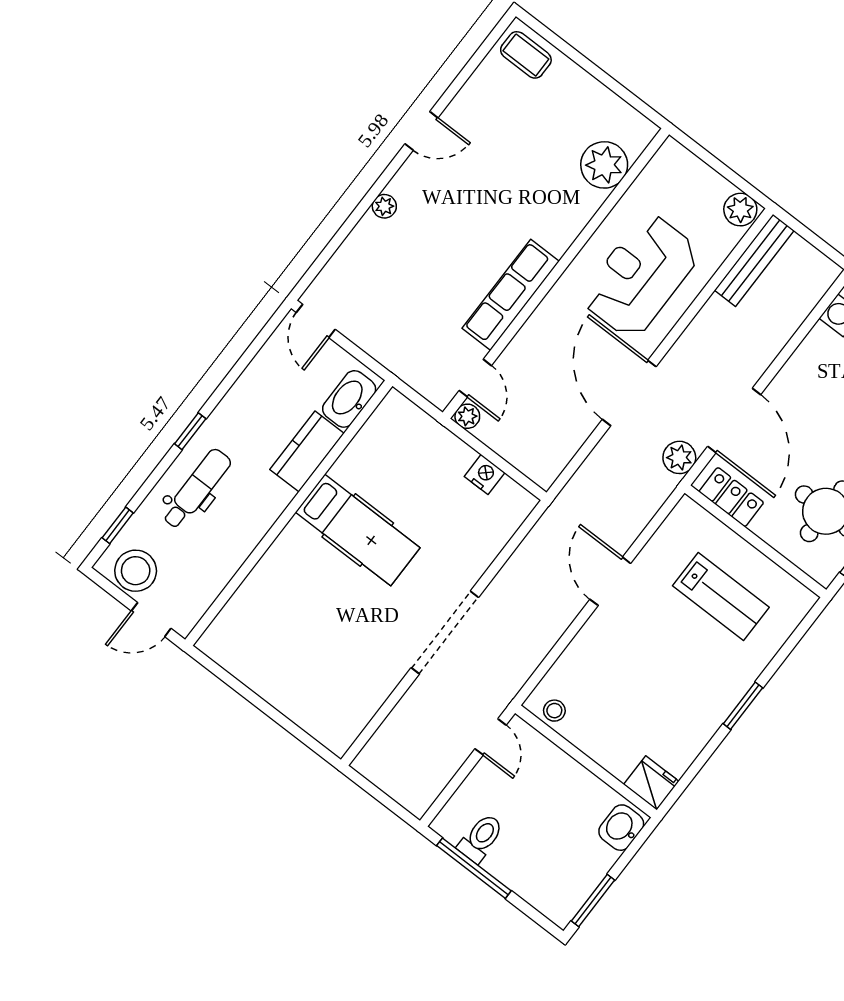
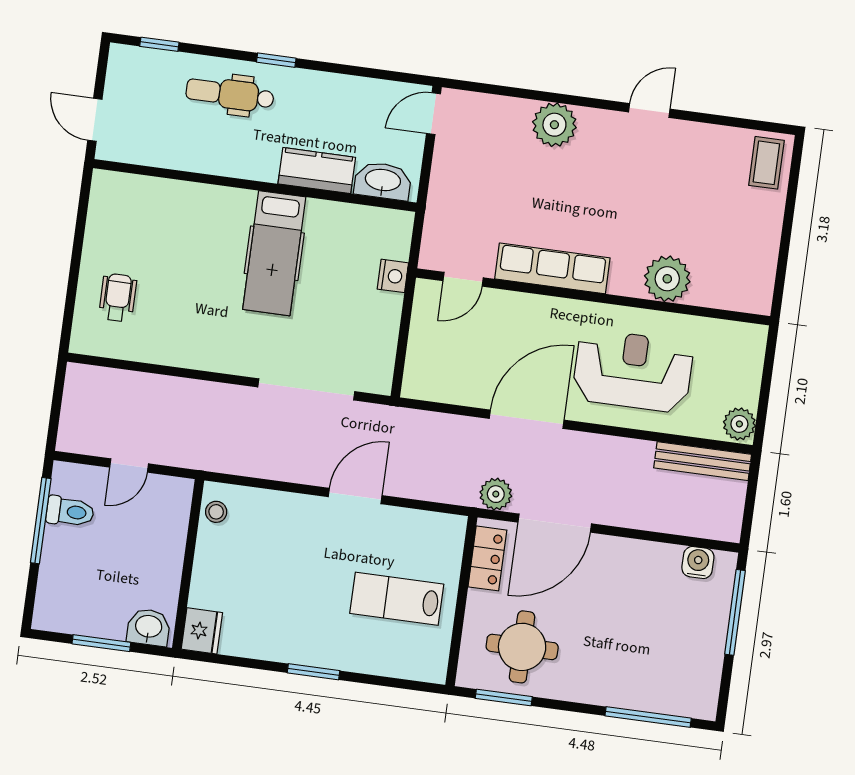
door: (421, 131) -> (649, 111), swing flipped
plant: (604, 165) -> (667, 279), moved
plant: (384, 206) -> (554, 125), width x1.87, depth x1.87
plant: (467, 416) -> (426, 291), removed
nightstand: (485, 474) -> (393, 276), moved
dental chair: (197, 489) -> (230, 94), turned 180
stool: (136, 571) -> (129, 82), removed
lab bench: (721, 596) -> (397, 599), turned 90
doorway: (445, 632) -> (306, 389), moved
wheelchair: (318, 689) -> (118, 298), added
door: (491, 737) -> (129, 465), moved
window: (593, 901) -> (101, 643), moved

